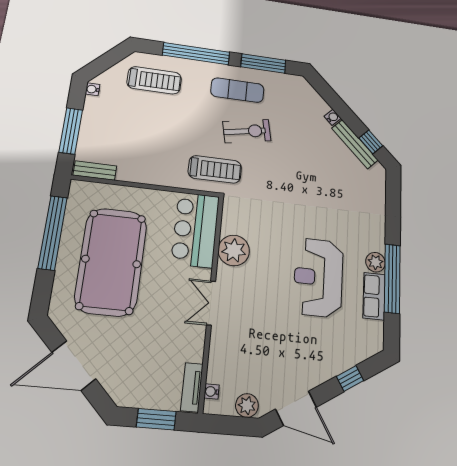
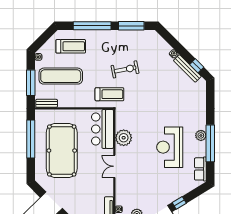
exercise mat: (237, 90) -> (61, 76), moved, width x1.36, depth x1.45
row of seats: (374, 296) -> (200, 169), moved
window: (350, 378) -> (179, 203), moved

